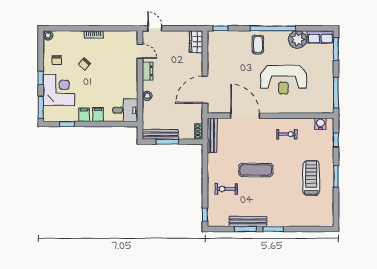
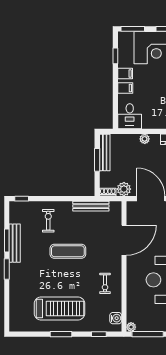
plant: (329, 109) -> (131, 327), added
plant: (196, 116) -> (124, 189), added
bench: (212, 135) -> (91, 206), moved
exercise mat: (256, 170) -> (68, 251), turned 90
treadmill: (311, 178) -> (59, 308), width x1.37, depth x1.38

